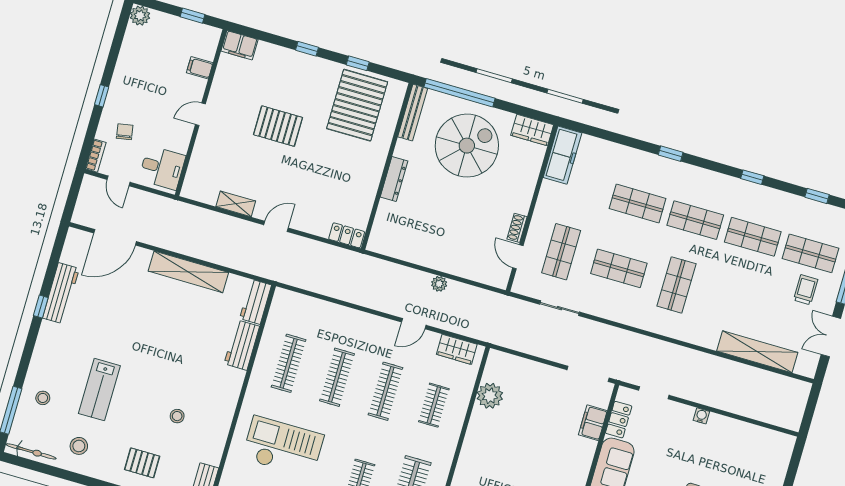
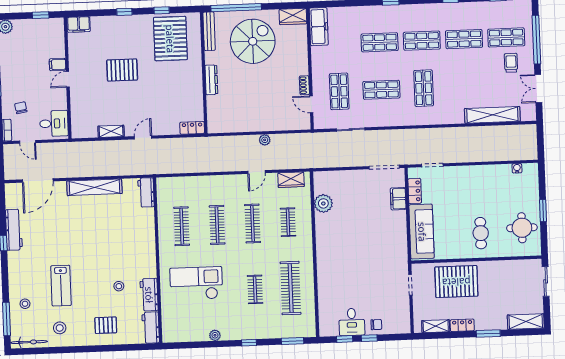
filing cabinet: (200, 68) -> (58, 65), moved
workbench: (242, 345) -> (149, 295), moved
water cooler: (701, 416) -> (517, 168), moved

